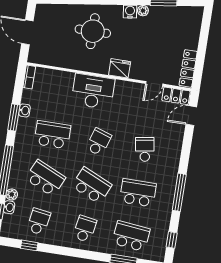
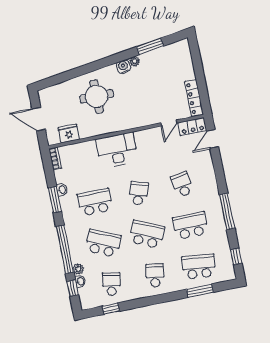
fridge: (120, 68) -> (69, 134), moved

